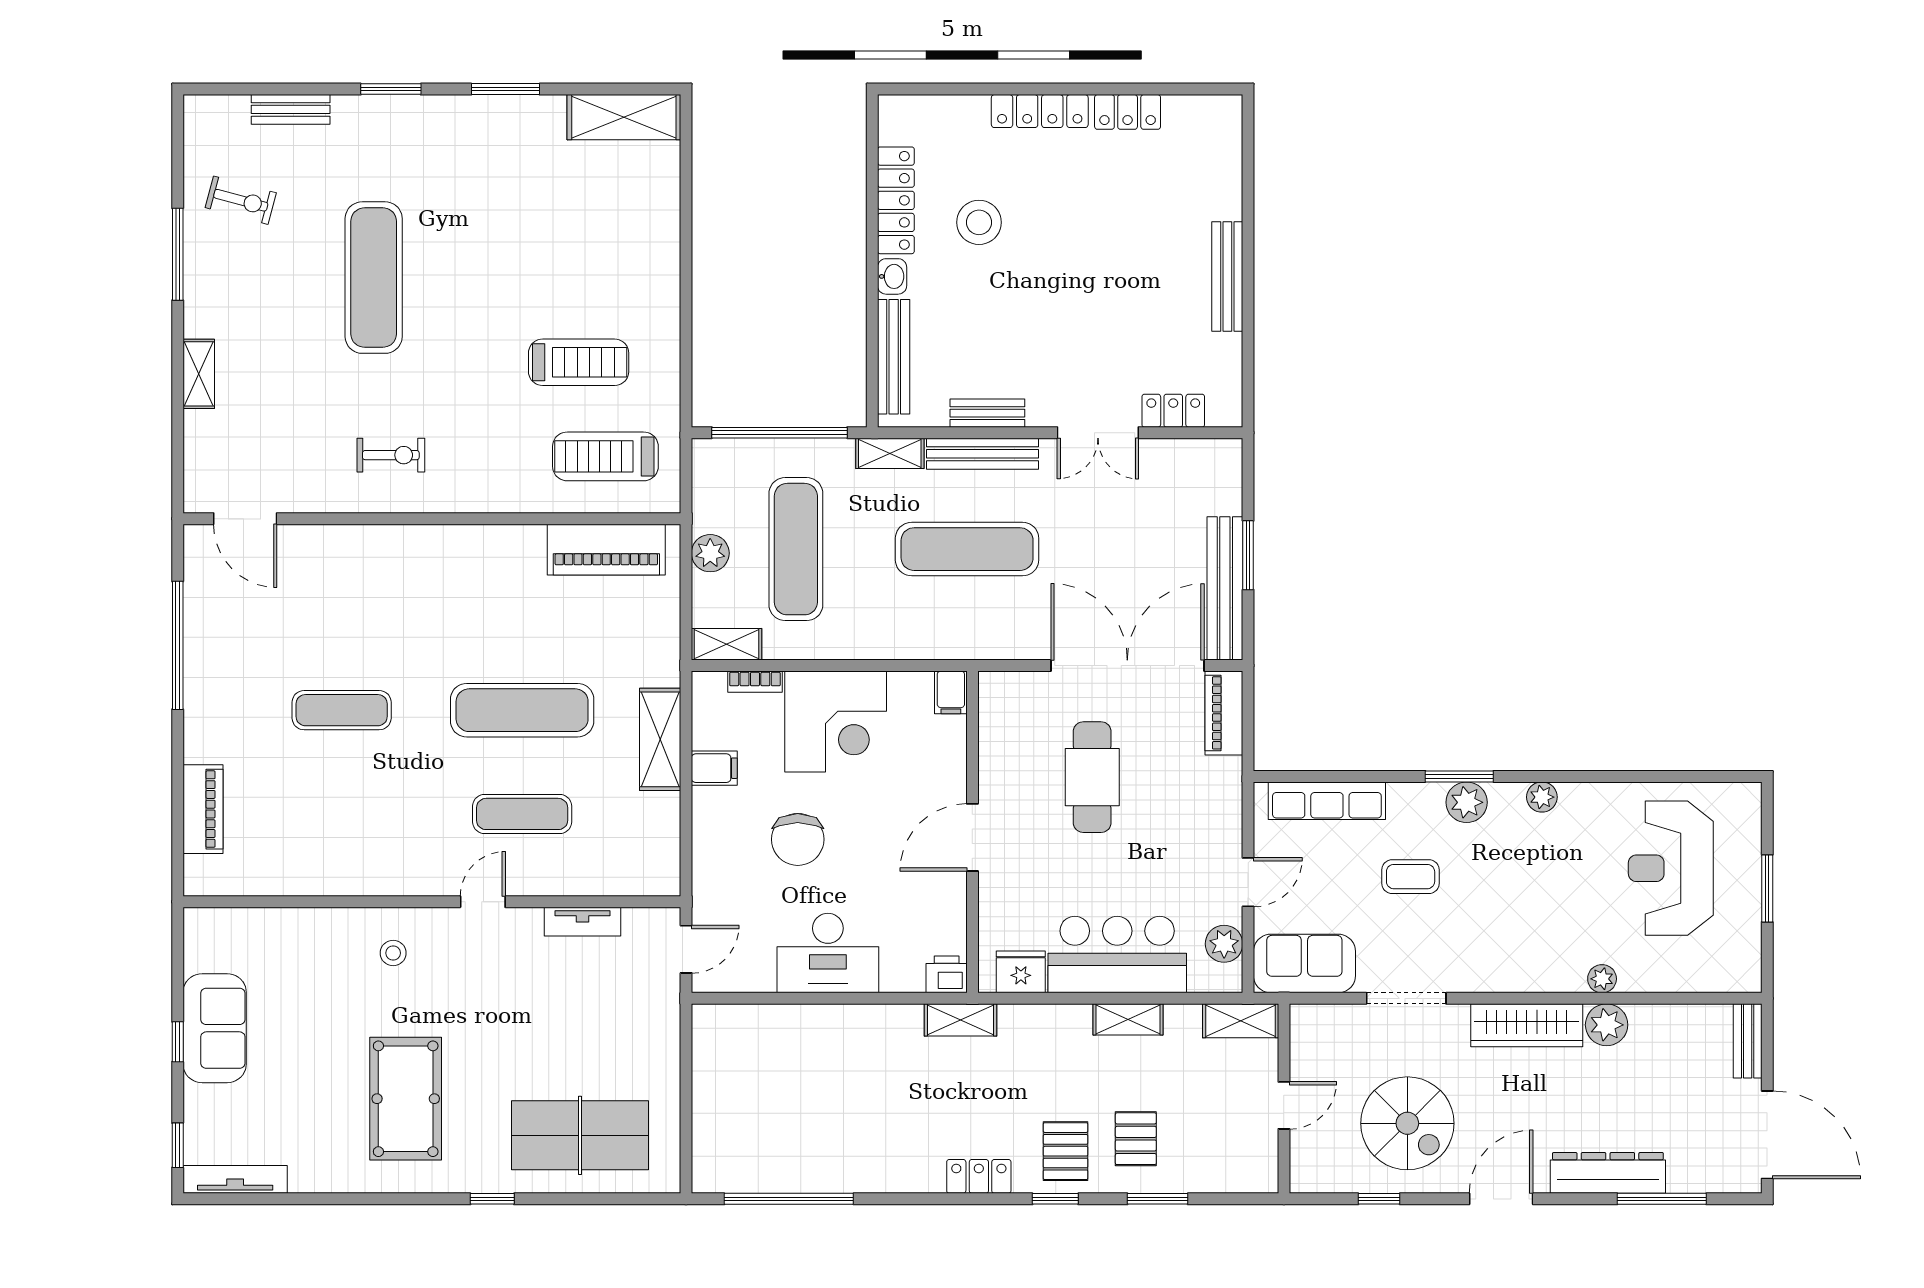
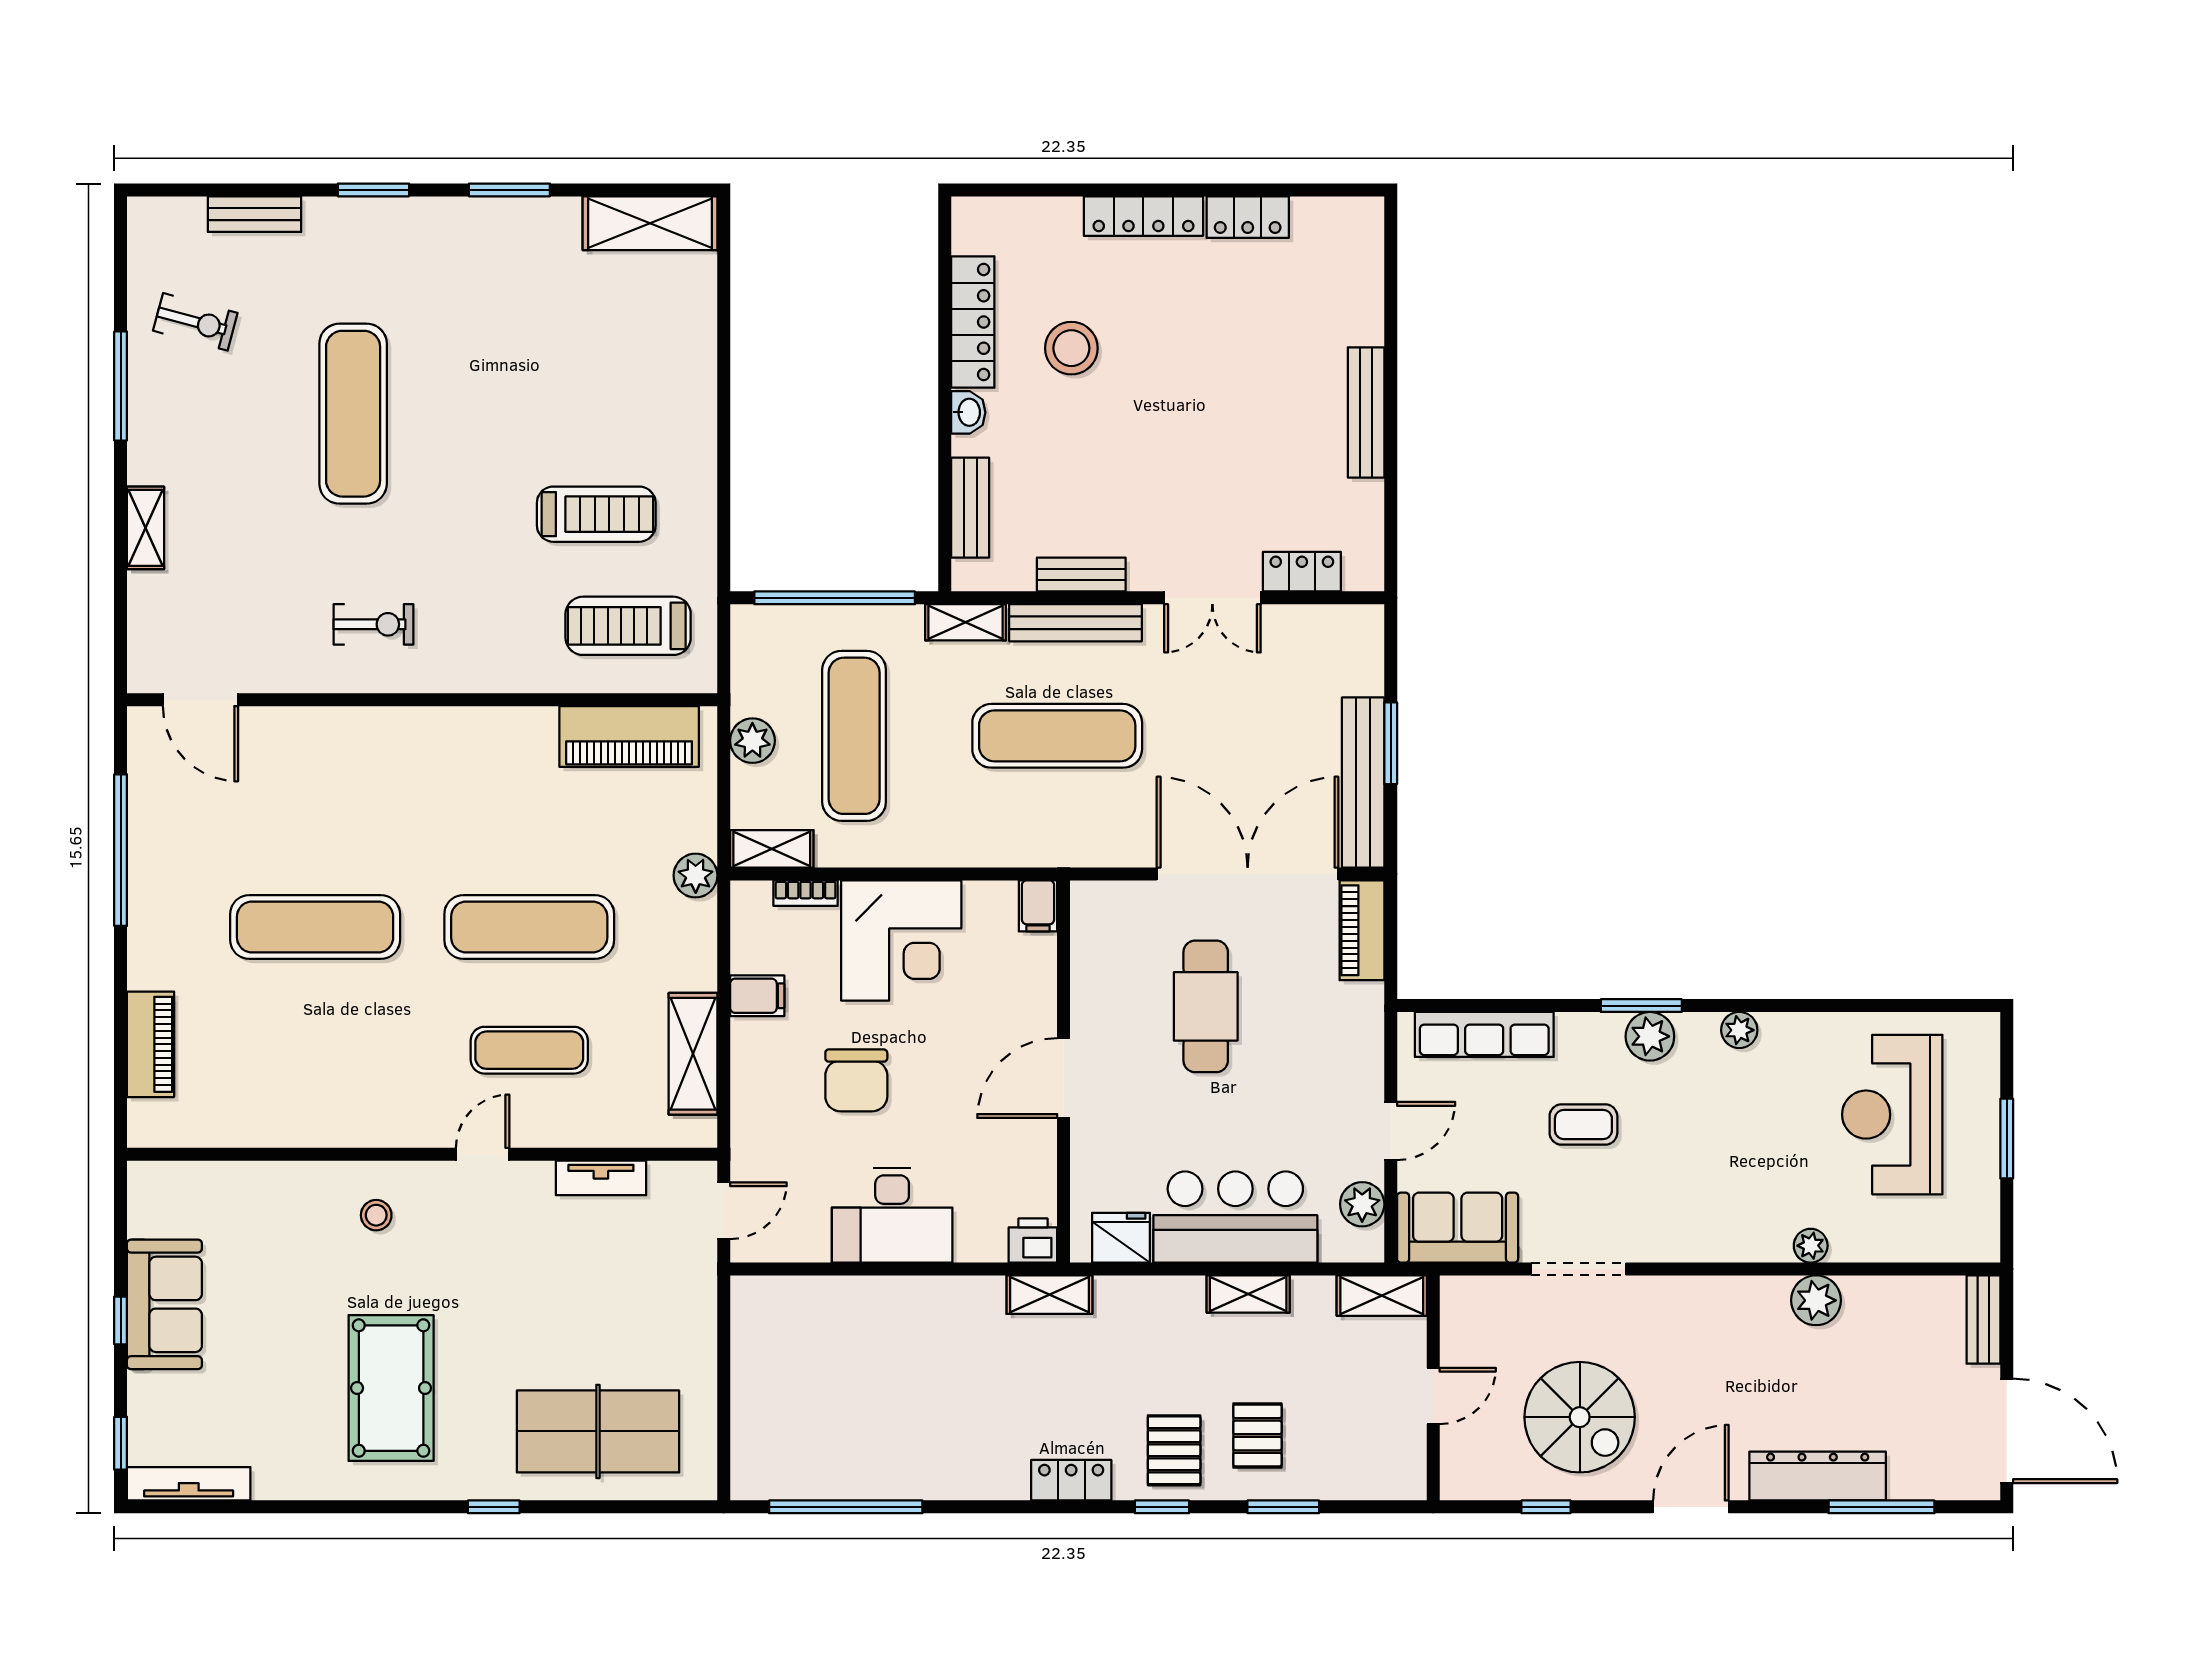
bench: (894, 357) -> (970, 508), width x0.73
plant: (662, 667) -> (696, 876), added
exercise mat: (342, 710) -> (315, 927), width x1.36, depth x1.45
shelving: (660, 739) -> (693, 1054), moved
wardrobe: (1527, 1025) -> (1721, 1301), removed

